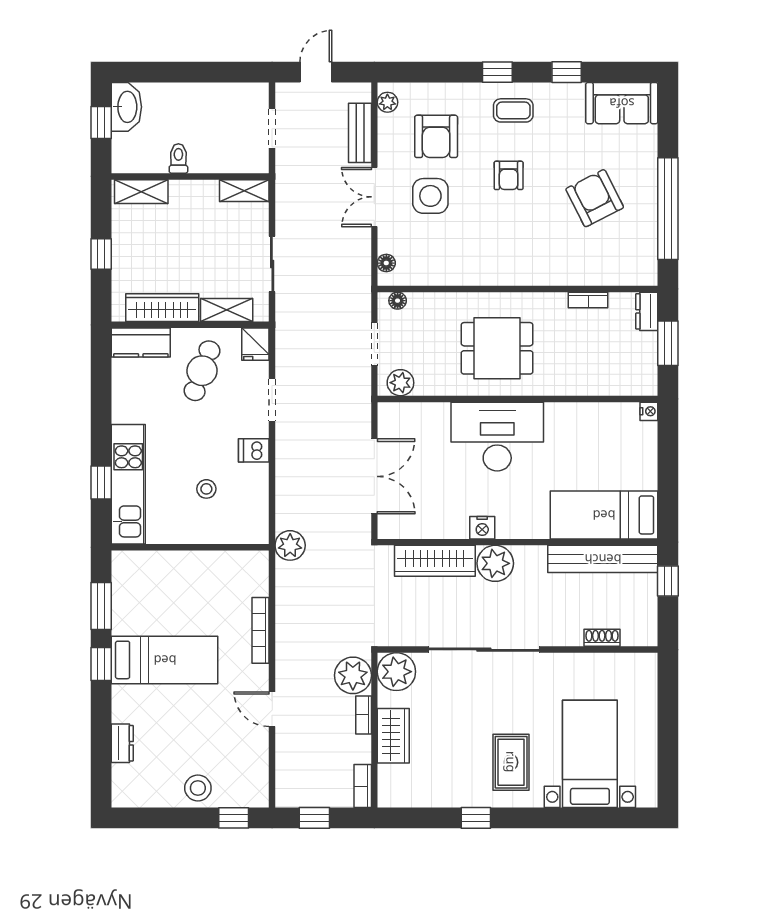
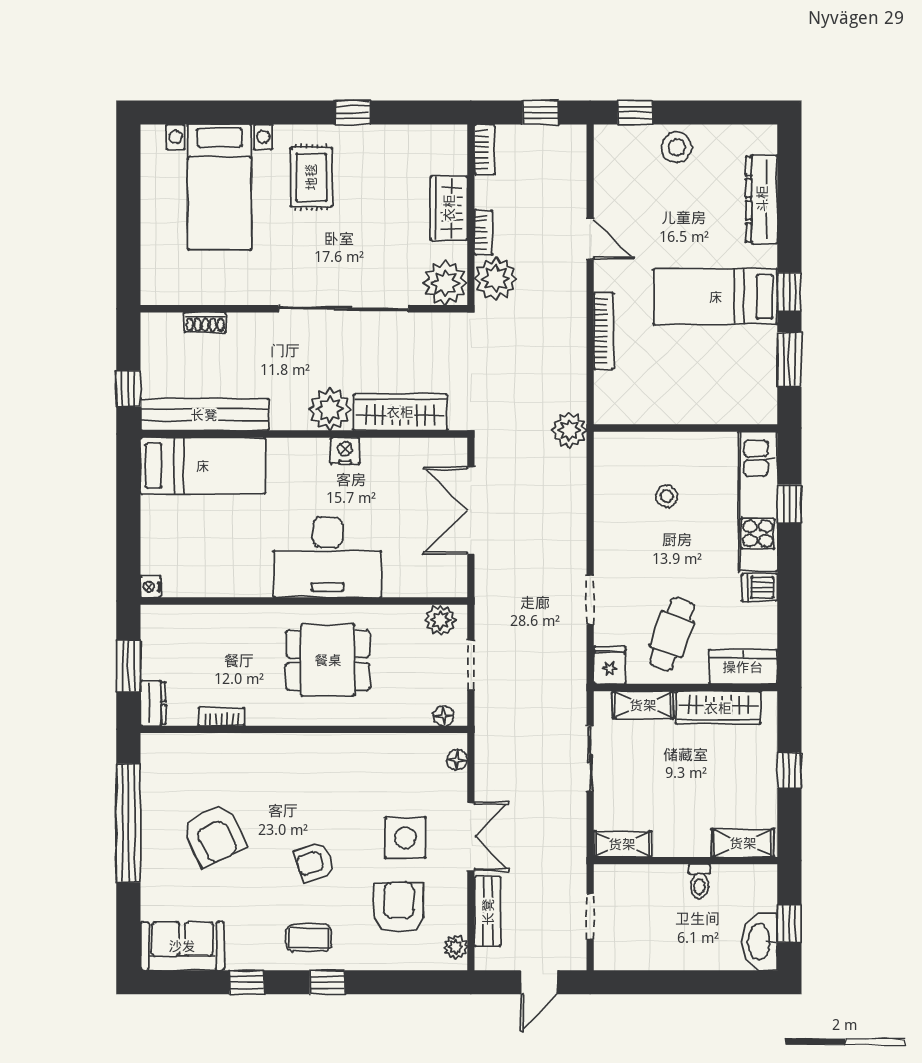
armchair: (509, 175) -> (314, 862), turned -110
dishwasher: (254, 450) -> (760, 587), moved, turned 180
dresser: (122, 743) -> (762, 199), width x1.96, depth x1.24

